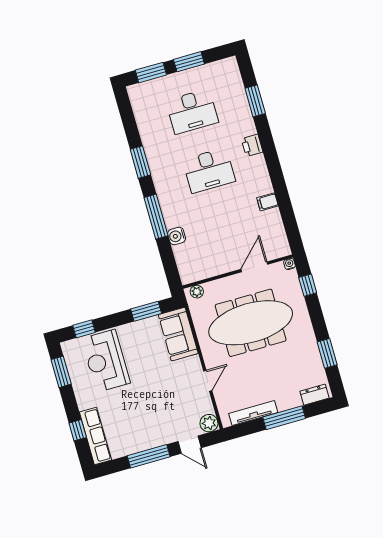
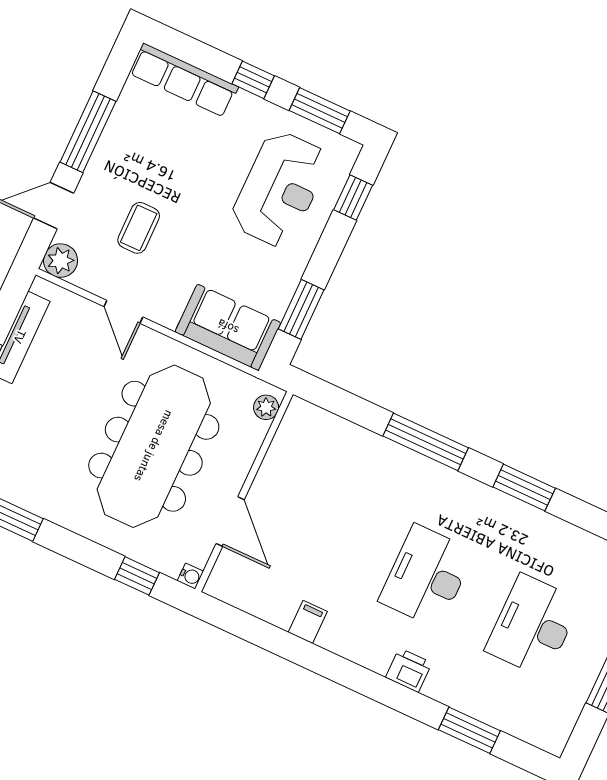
water cooler: (177, 236) -> (372, 448), removed
reception desk: (106, 361) -> (280, 189), turned 90
coffee table: (169, 403) -> (139, 228), added
window: (78, 430) -> (253, 80), moved

